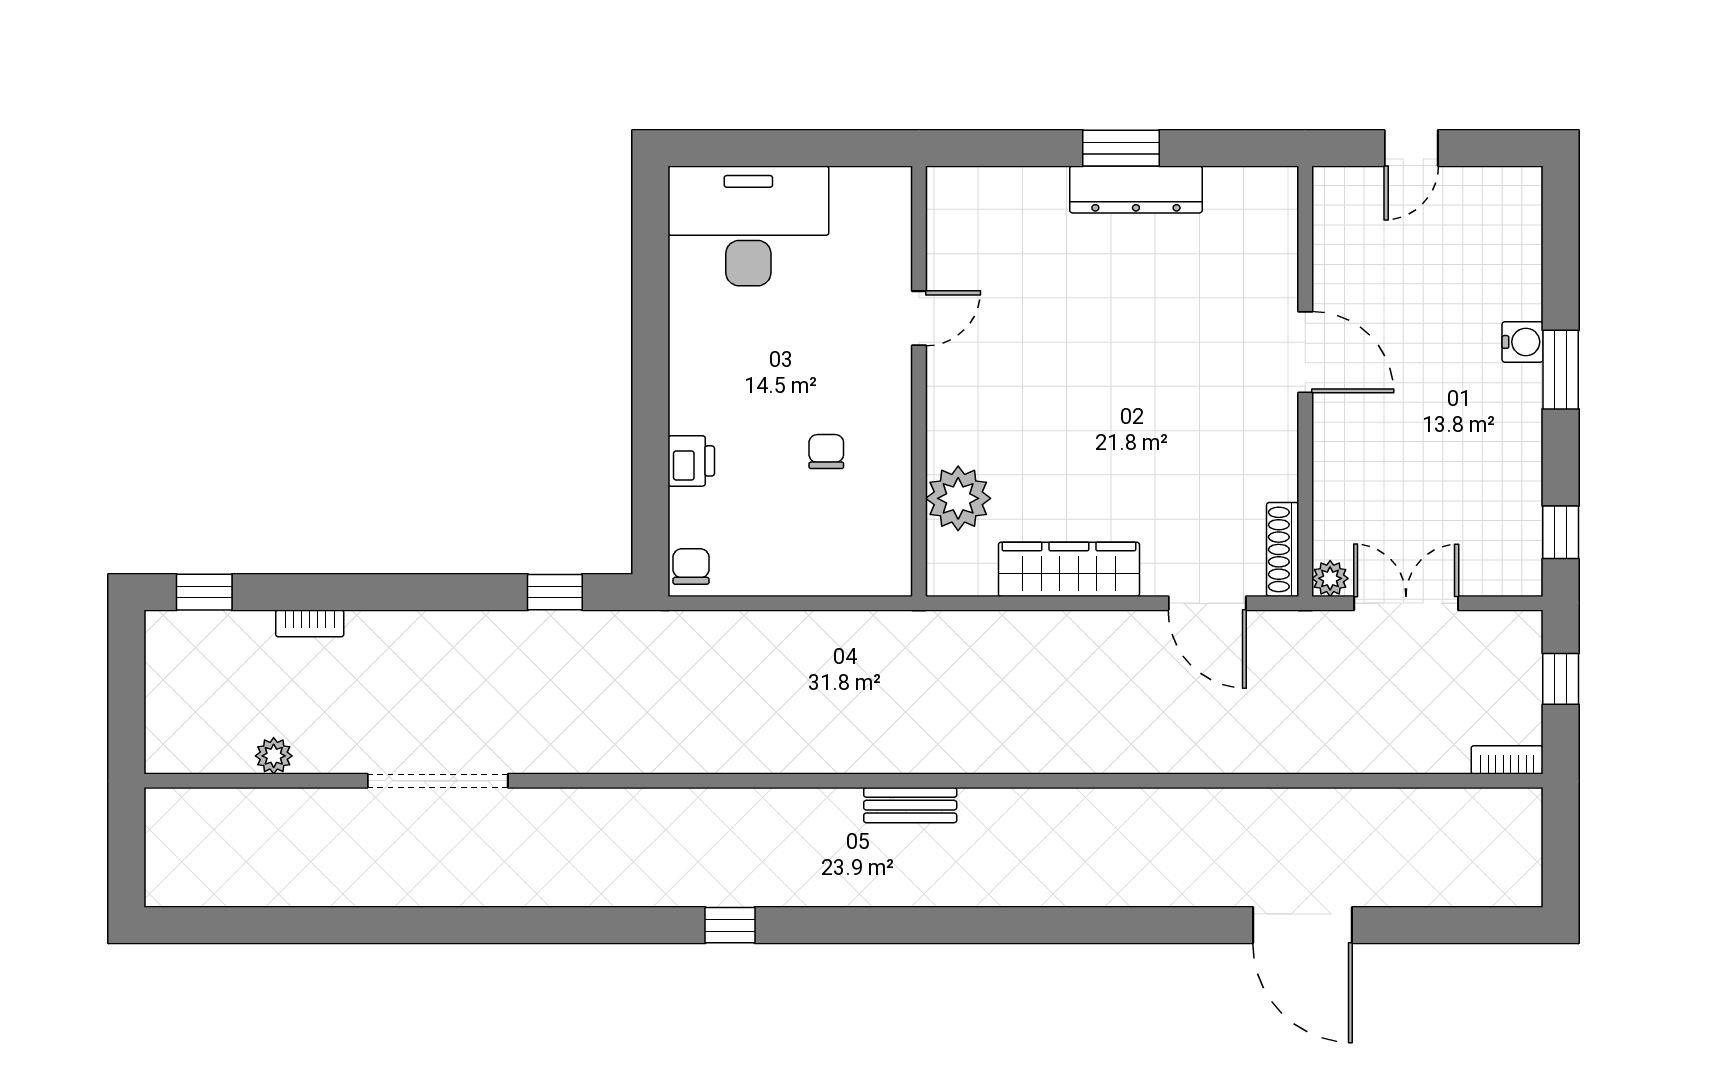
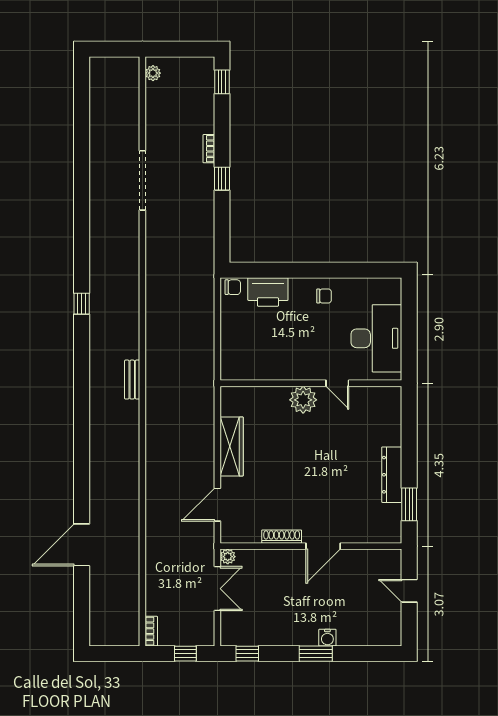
window: (1121, 148) -> (409, 504), moved
desk: (748, 226) -> (376, 338), moved
chair: (826, 452) -> (324, 296), moved
printer: (691, 461) -> (268, 292), width x1.87, depth x1.48
plant: (958, 498) -> (303, 400), moved
shoe rack: (1283, 549) -> (282, 537), moved
window: (555, 592) -> (222, 179), moved
bookcase: (310, 623) -> (209, 149), moved
plant: (274, 756) -> (153, 73), moved

